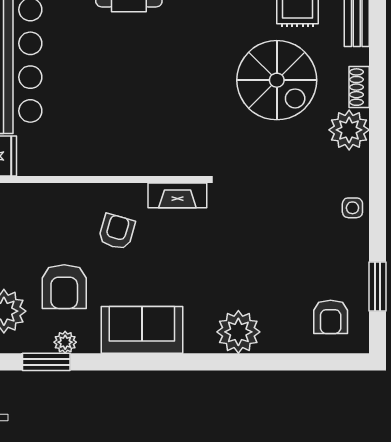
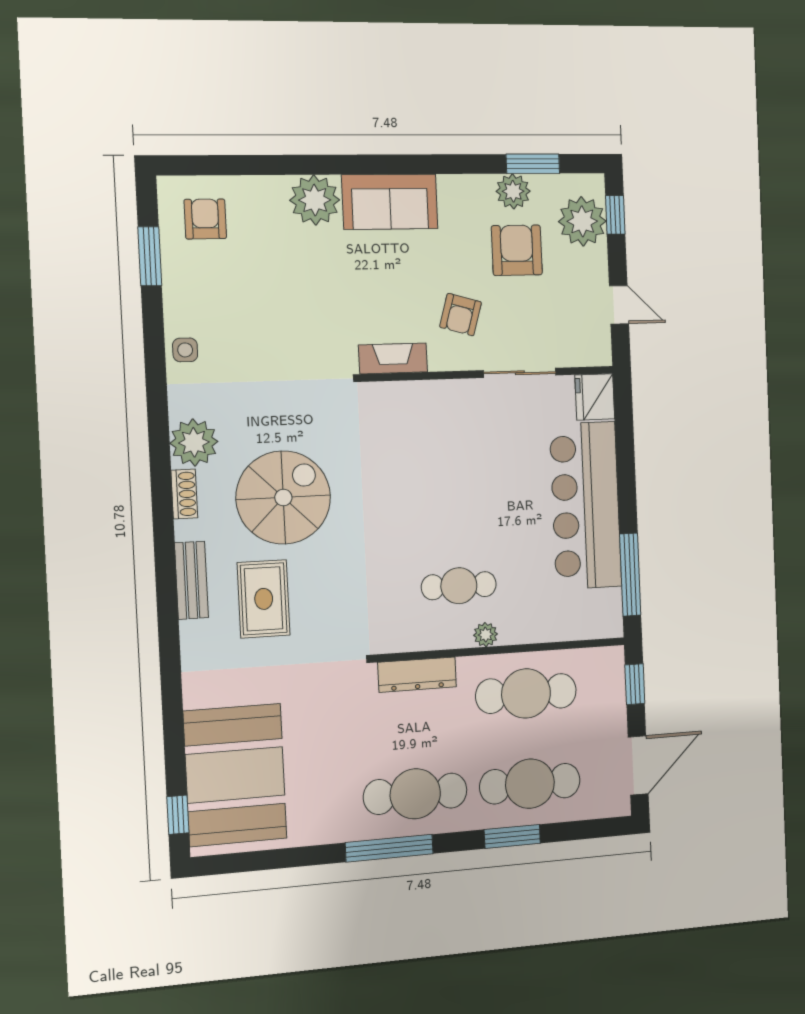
spiral stairs: (277, 80) -> (283, 497), turned 90
sliding door: (66, 180) -> (520, 373), added
sofa: (142, 330) -> (390, 202), moved
plant: (65, 342) -> (513, 191), width x1.38, depth x1.38

